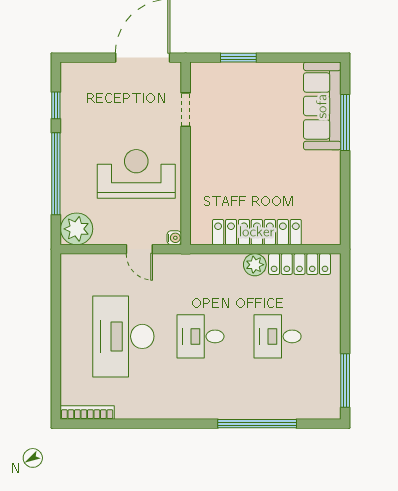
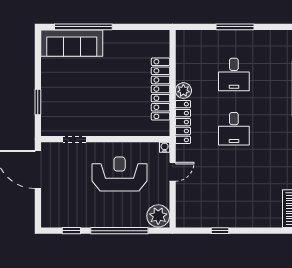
window: (345, 122) -> (83, 27), width x1.46
reception desk: (136, 174) -> (120, 174), turned 90
locker: (300, 264) -> (183, 122), moved
window: (56, 317) -> (220, 231), added
desk: (123, 336) -> (234, 183), removed
window: (345, 380) -> (235, 27), moved

